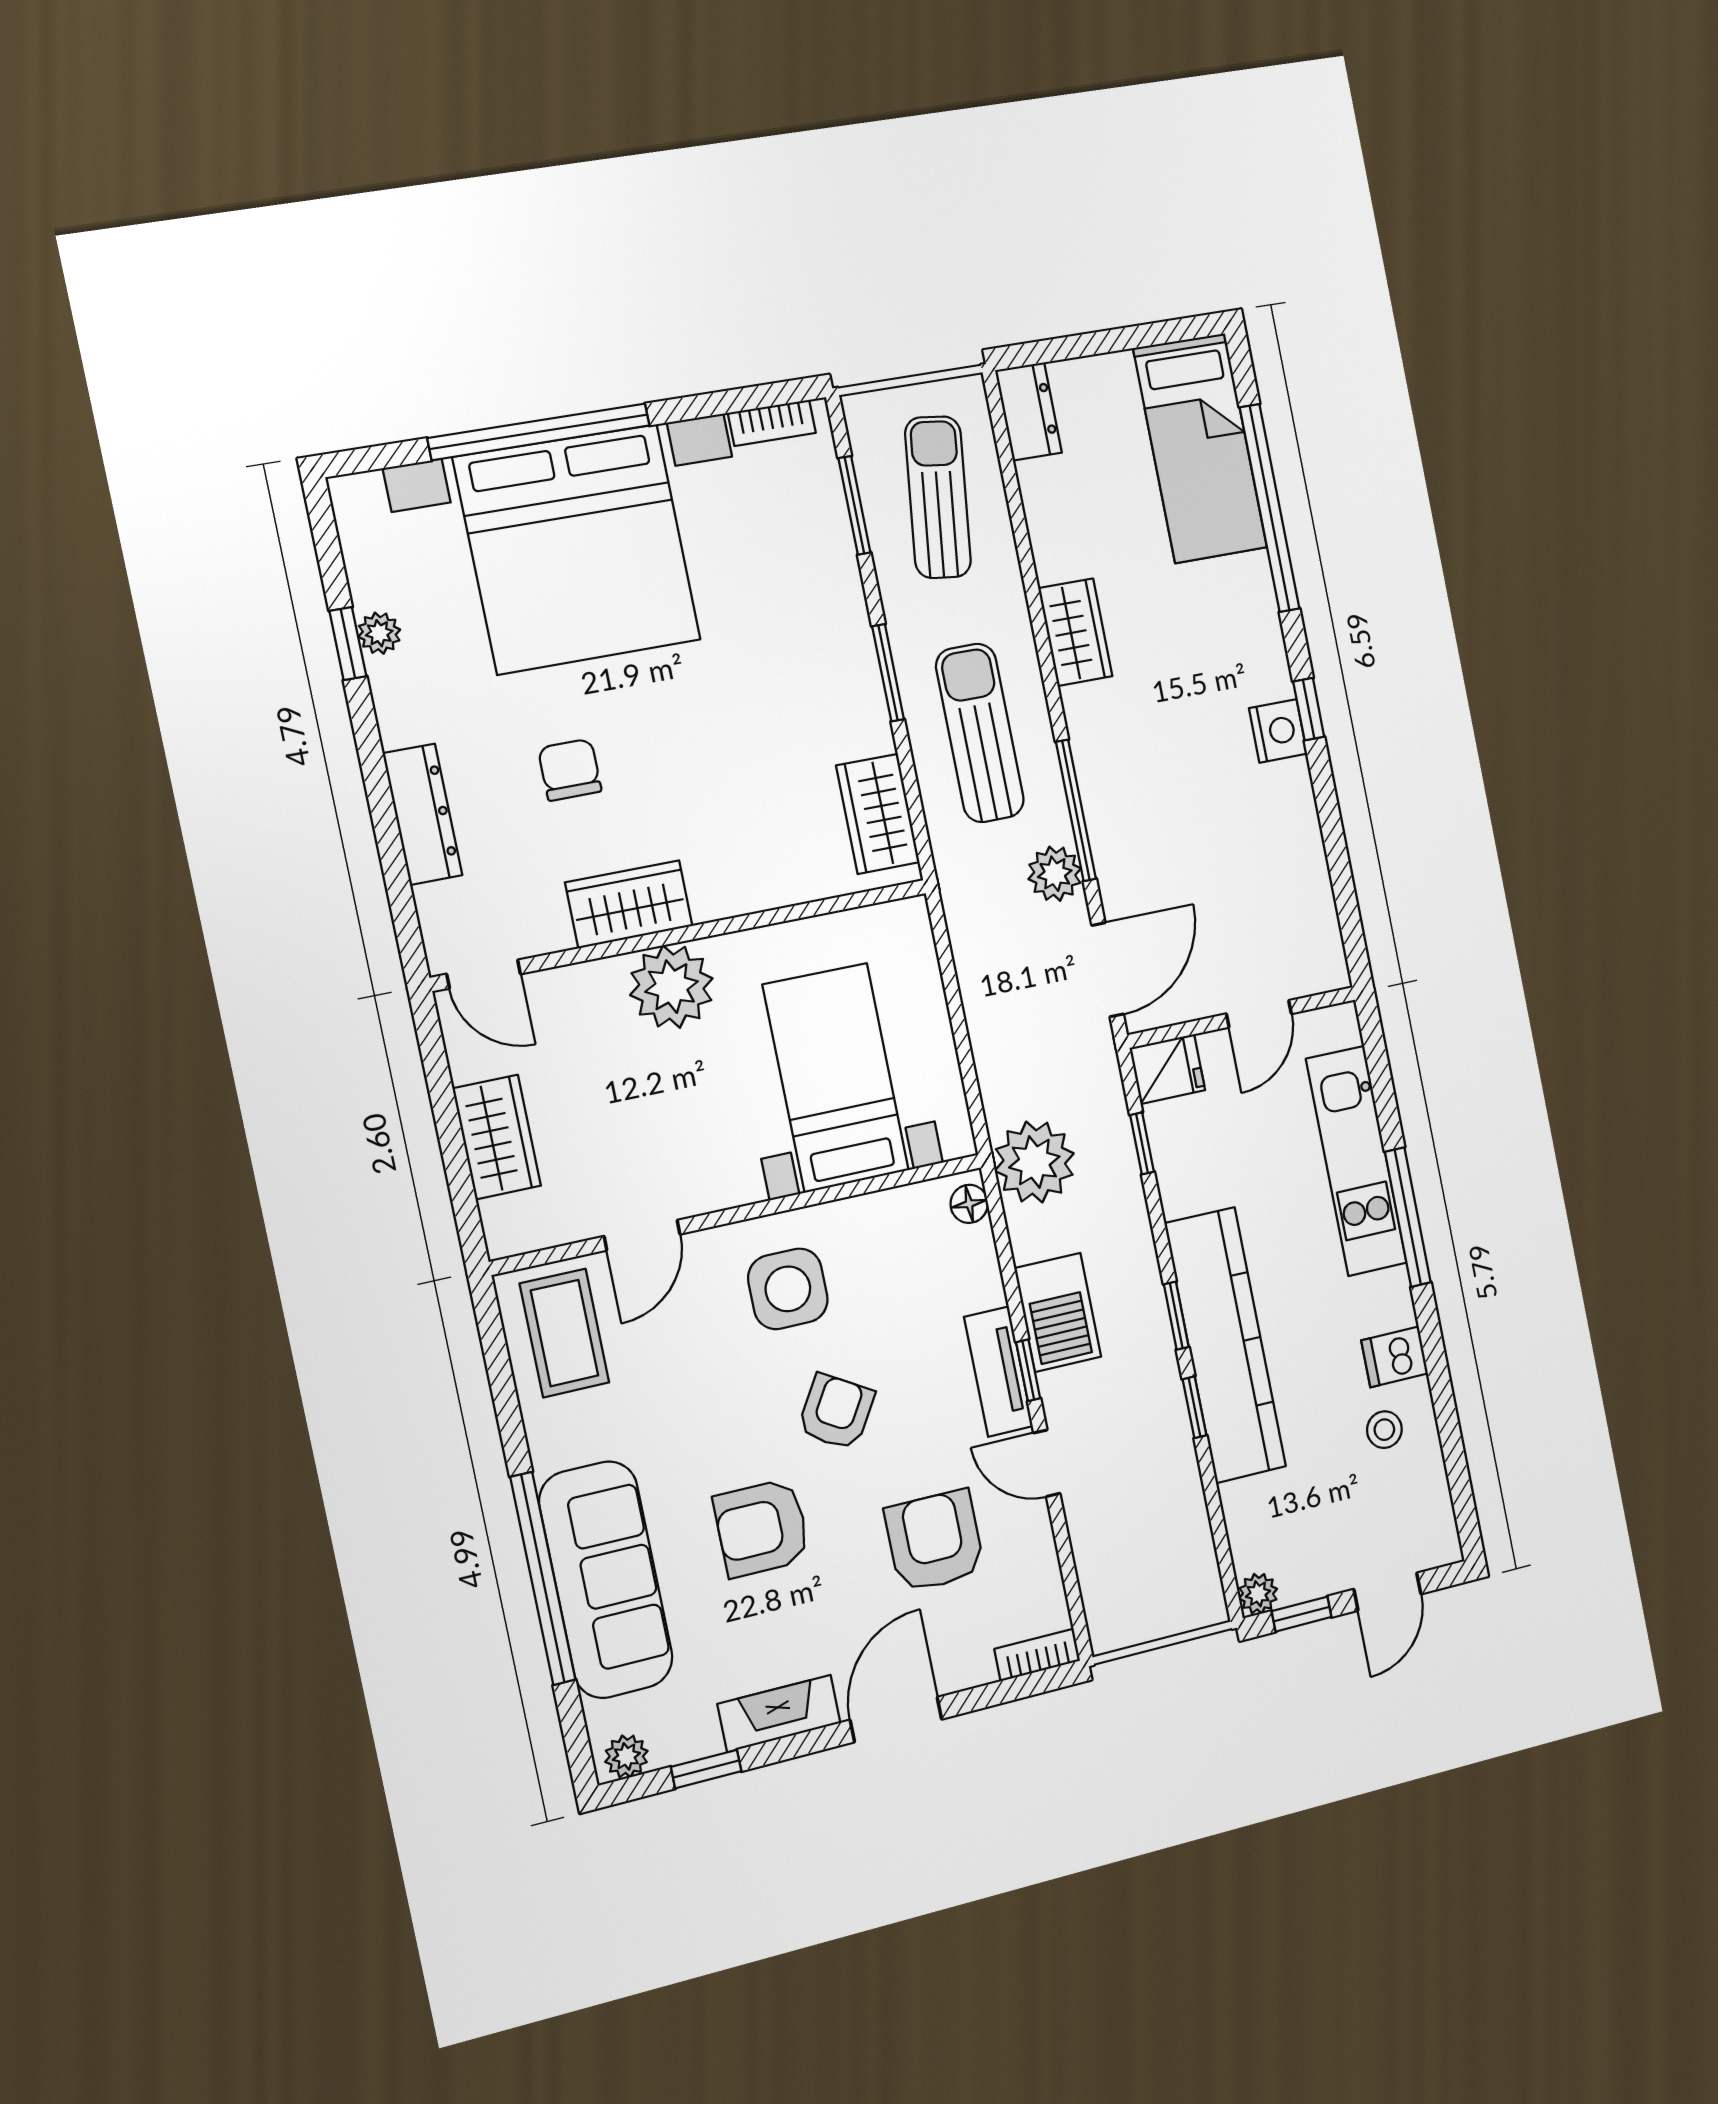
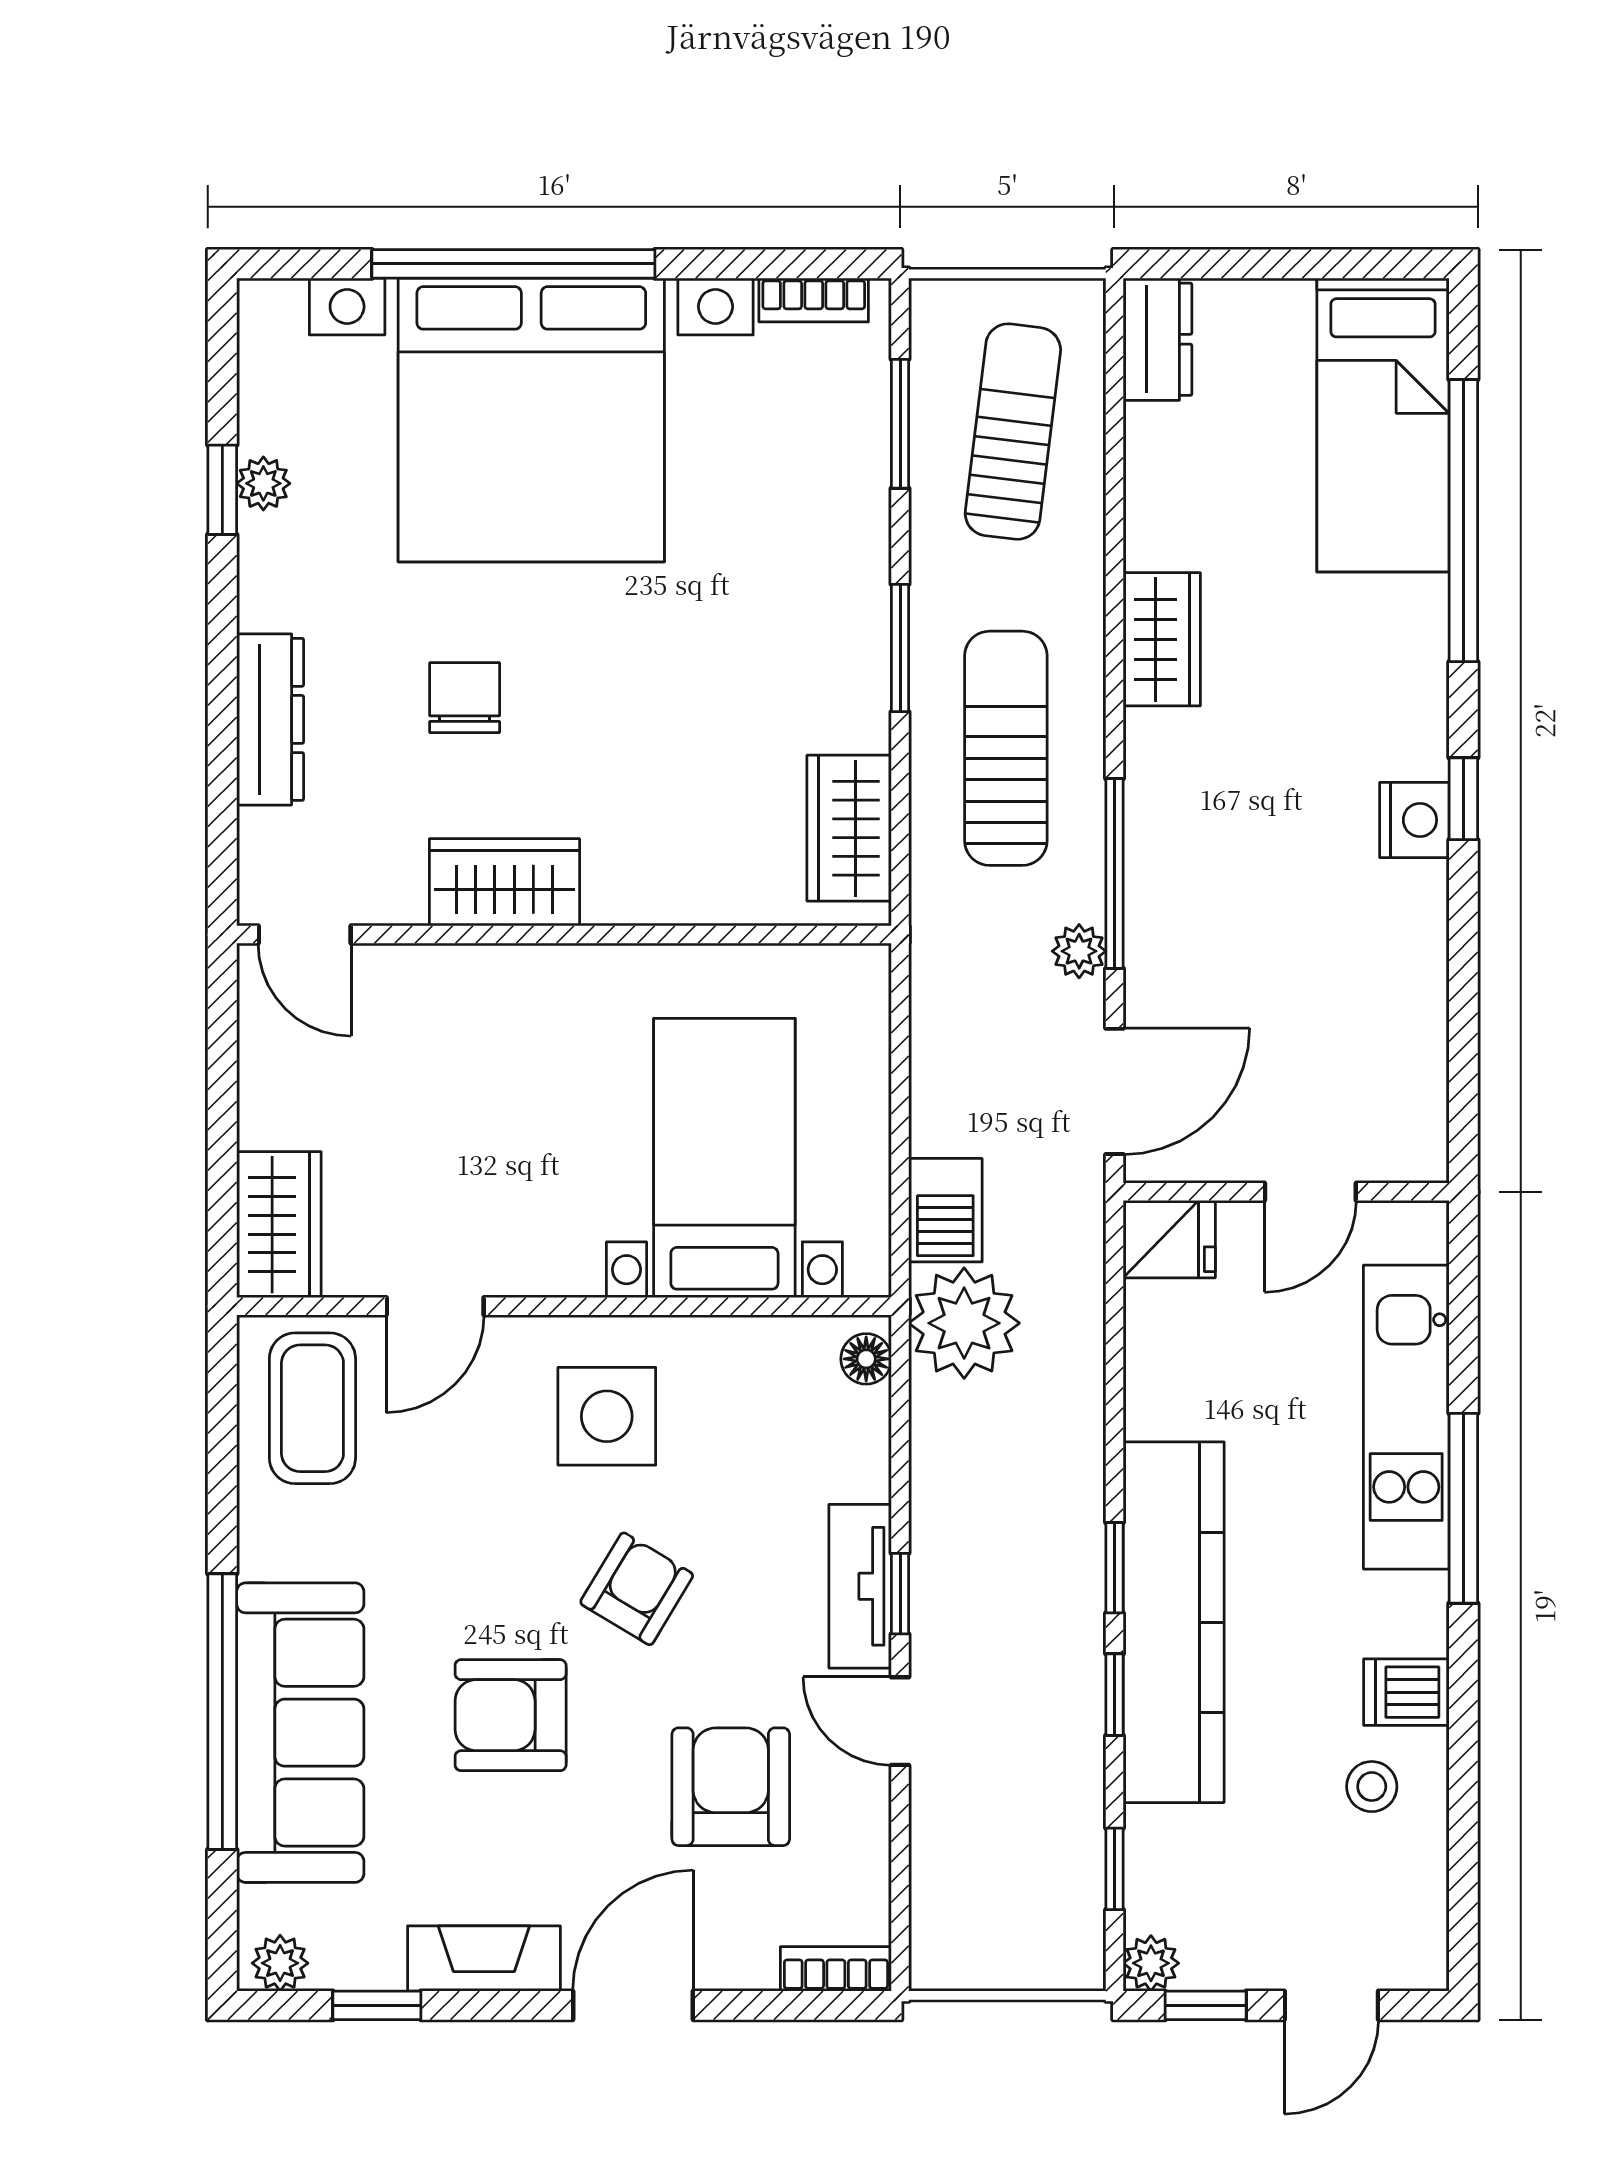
plant: (1055, 874) -> (1079, 951), width x0.73, depth x0.73
plant: (671, 987) -> (537, 998), removed
wardrobe: (497, 1137) -> (279, 1225), moved
window: (1142, 1143) -> (1114, 1869), moved
barbecue: (1058, 1312) -> (945, 1210), moved, width x0.73, depth x0.79

